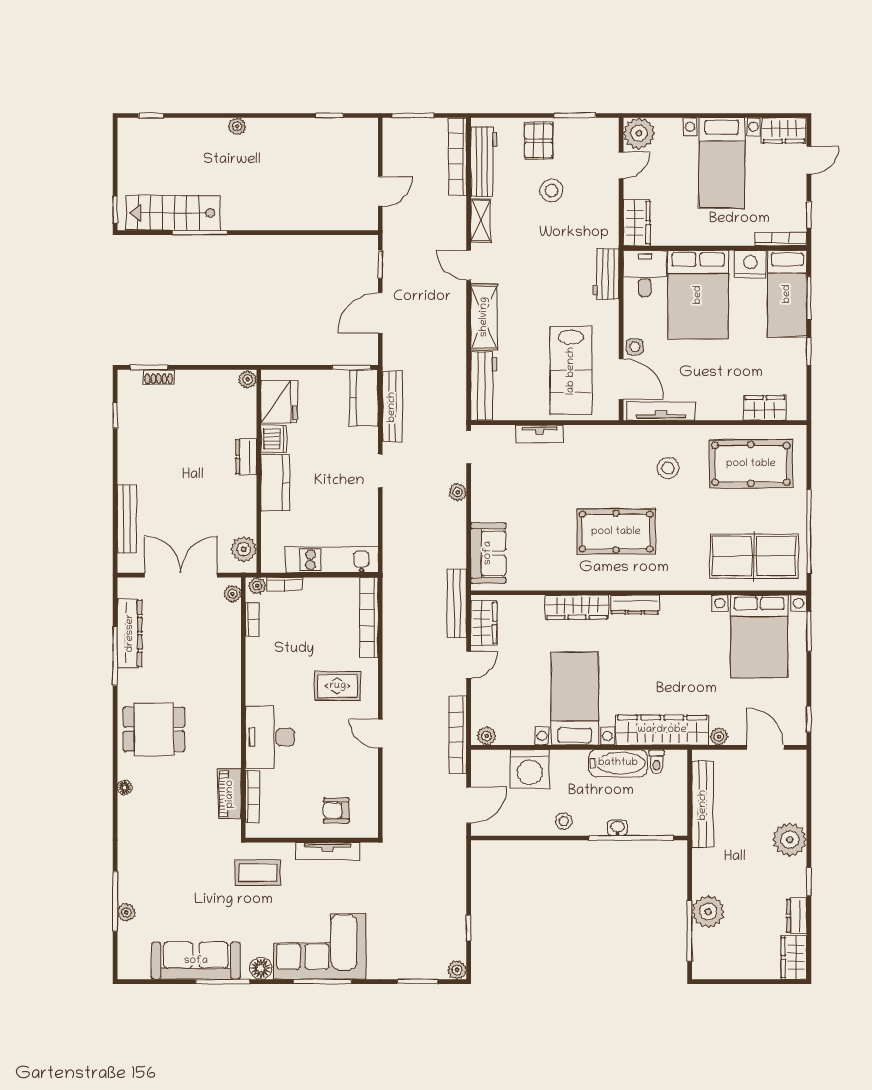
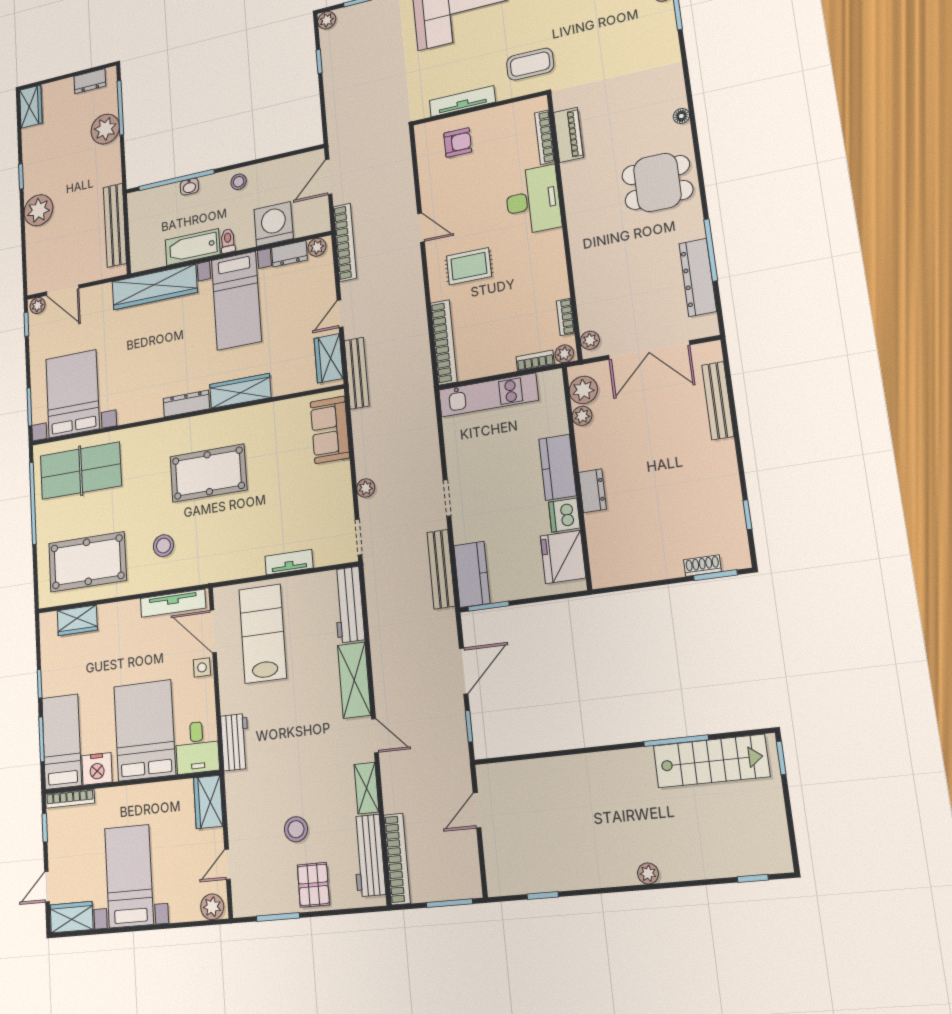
plant: (639, 133) -> (212, 907), width x0.73, depth x0.73
plant: (248, 379) -> (582, 416), moved
dresser: (516, 735) -> (289, 254), added
plant: (719, 737) -> (38, 306), moved
toilet: (656, 762) -> (228, 241), moved
dresser: (797, 916) -> (90, 81), moved, turned 90

